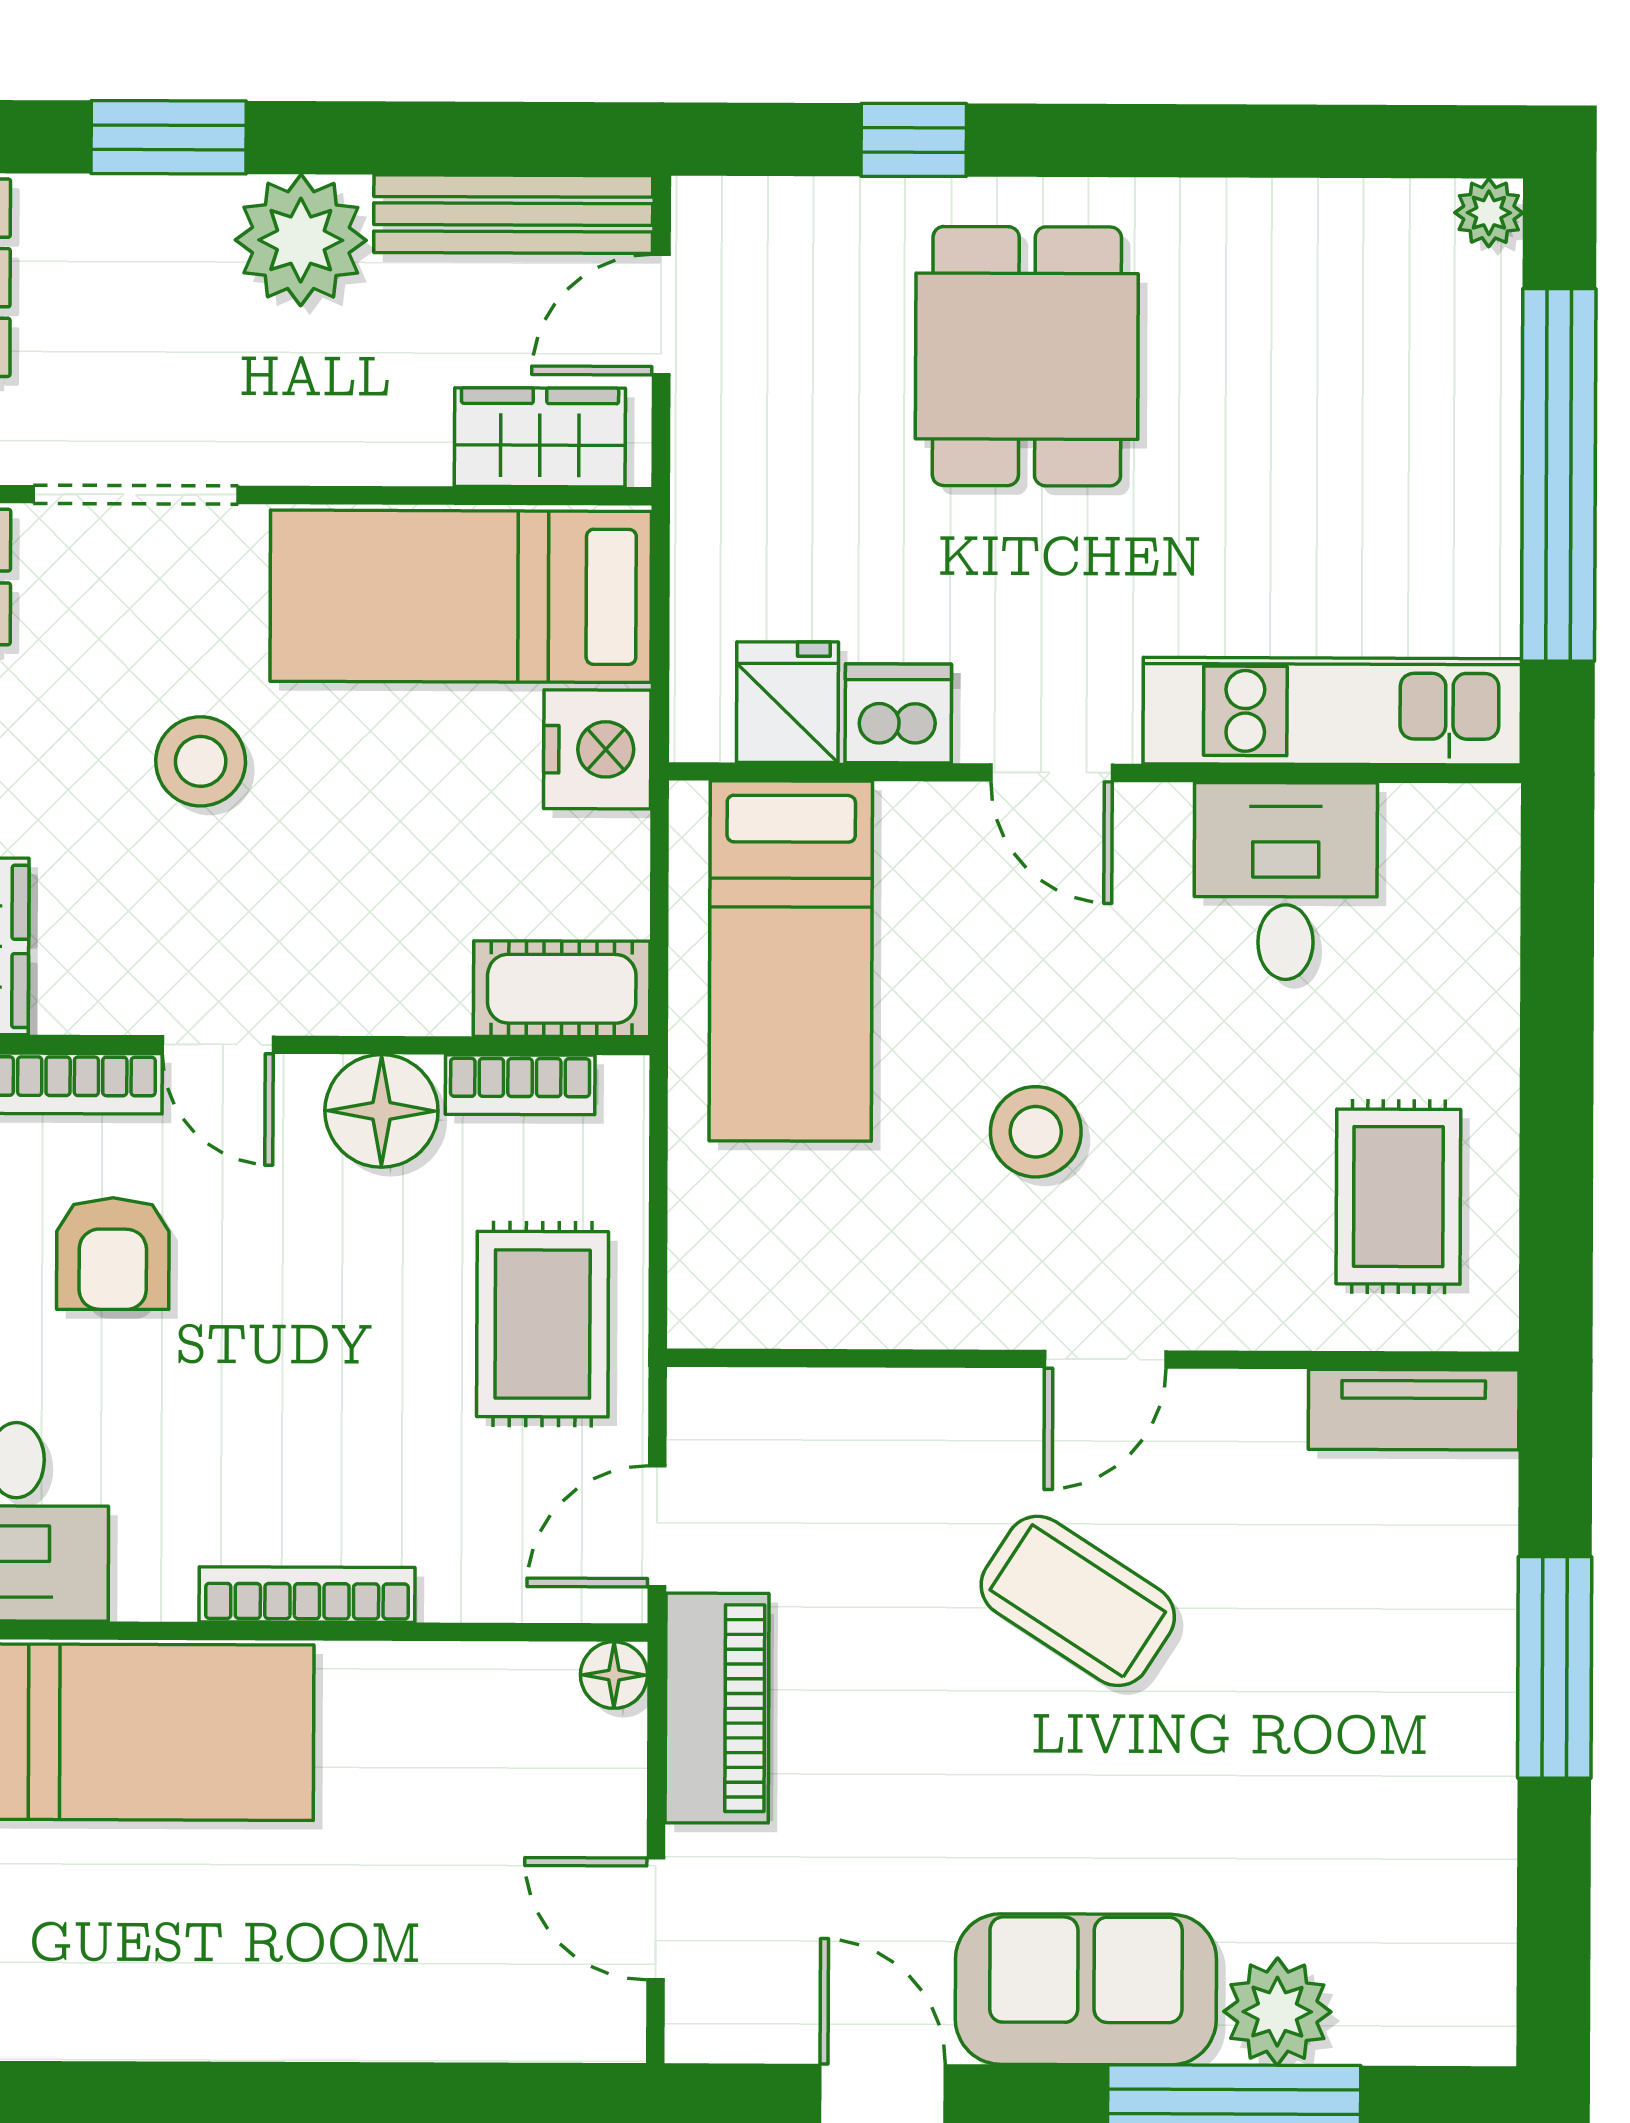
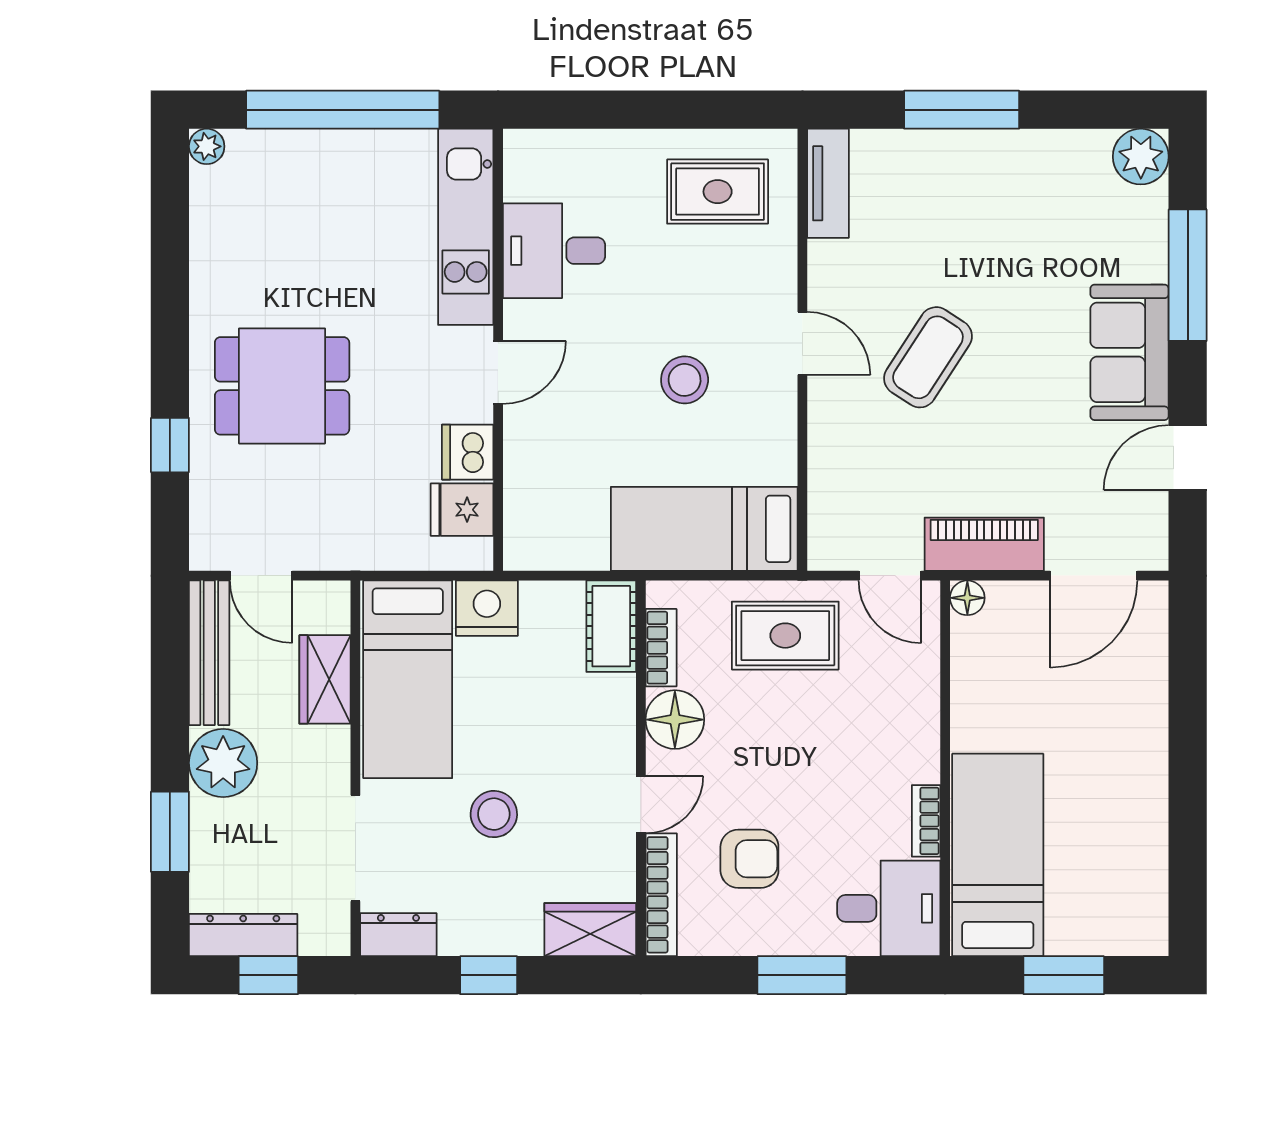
wardrobe: (540, 437) -> (325, 679), moved
bed: (791, 961) -> (704, 529), moved, turned 180
bookcase: (307, 1595) -> (926, 821), moved, width x0.64
door: (656, 1919) -> (1094, 576), width x1.37
plant: (1277, 2012) -> (1141, 157), moved

